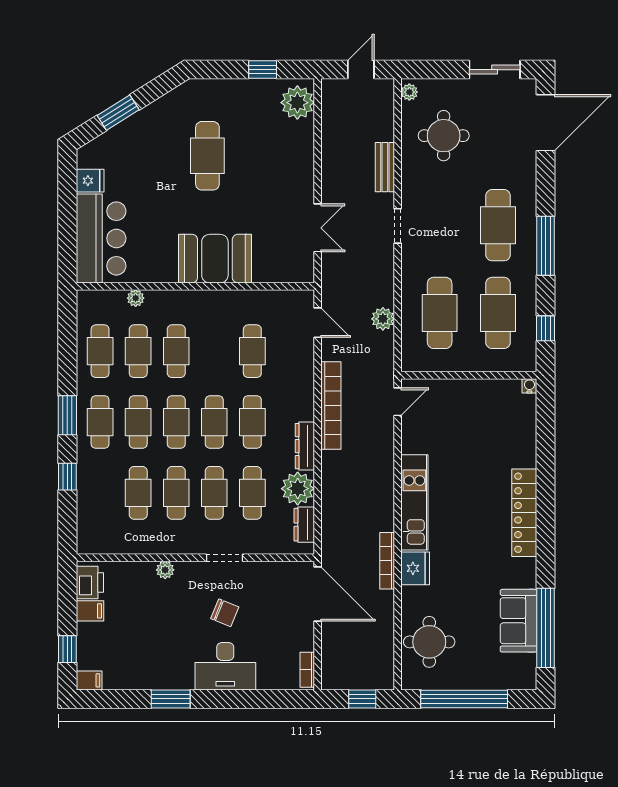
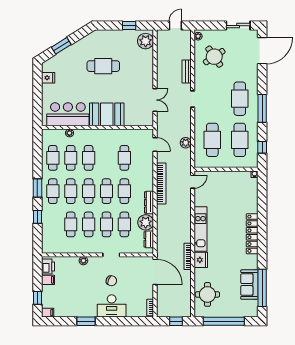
round table: (444, 136) -> (214, 57), turned -34
cafe table: (207, 156) -> (103, 66), turned 90
bar counter: (101, 238) -> (68, 114), moved, turned -90

